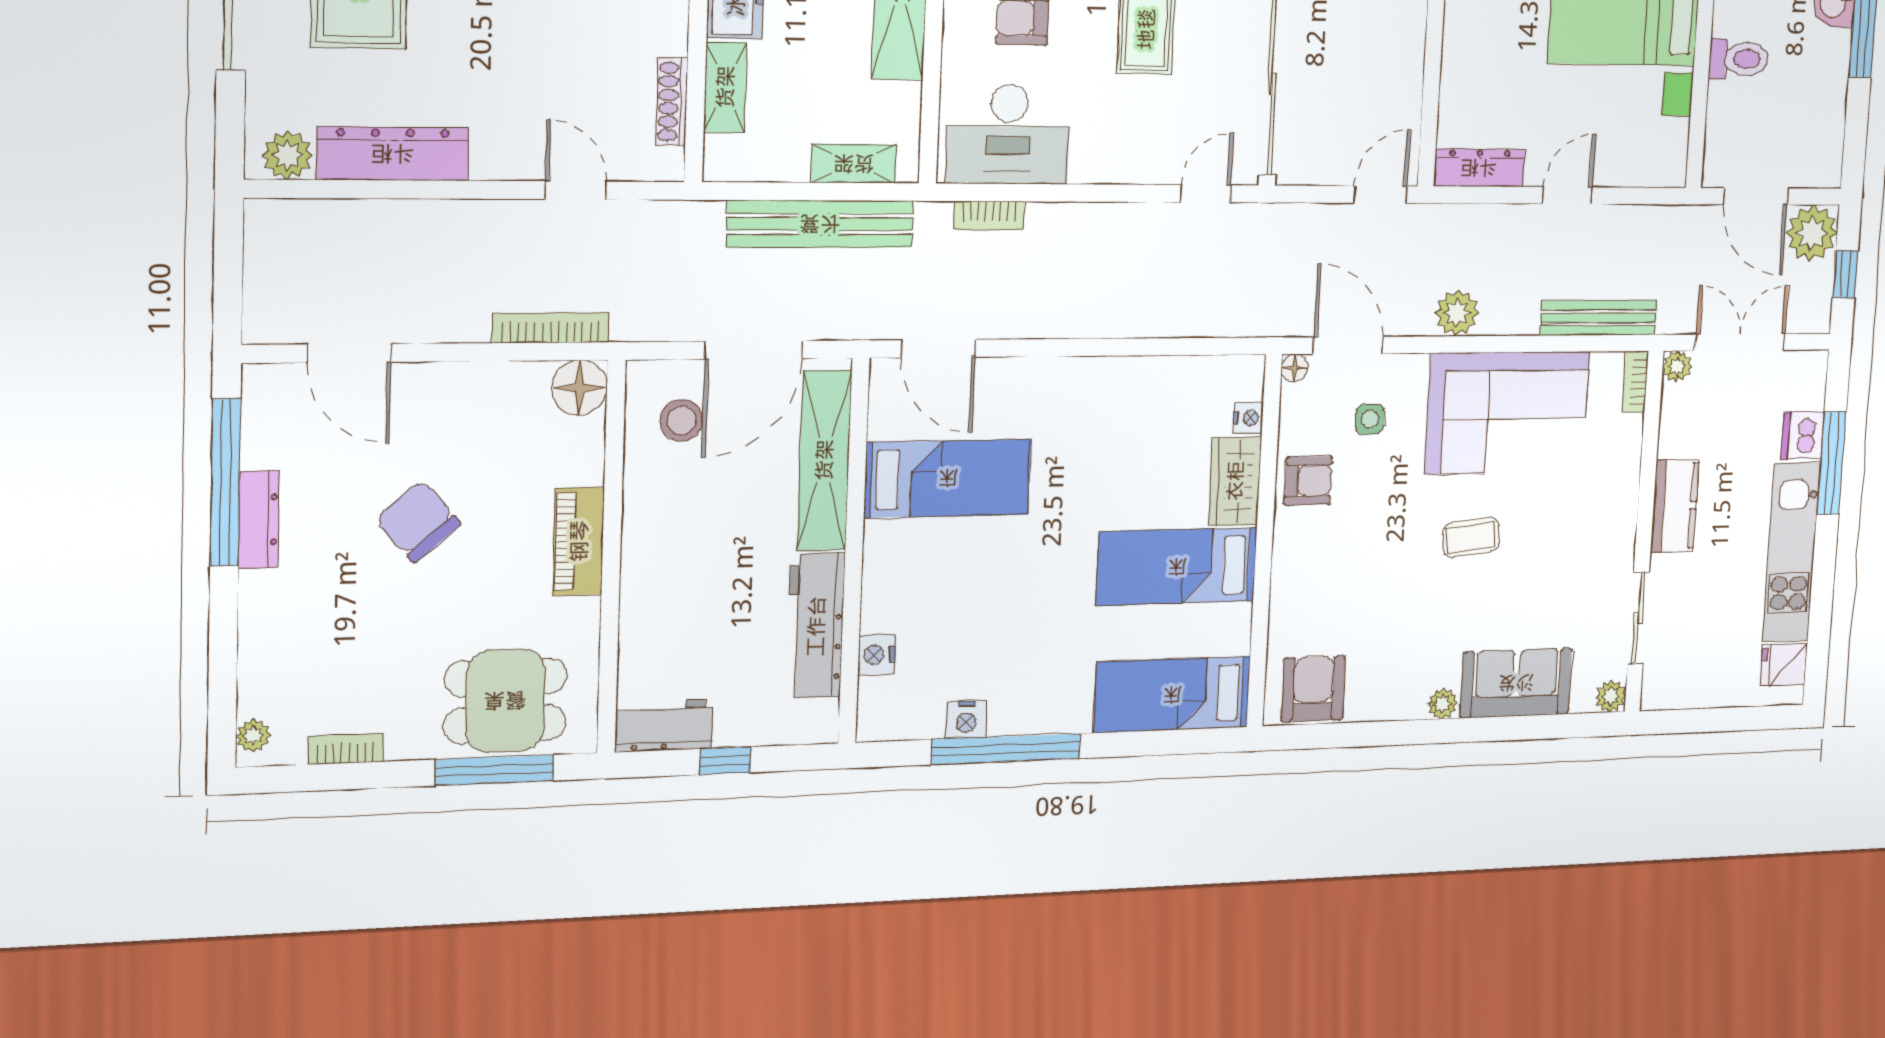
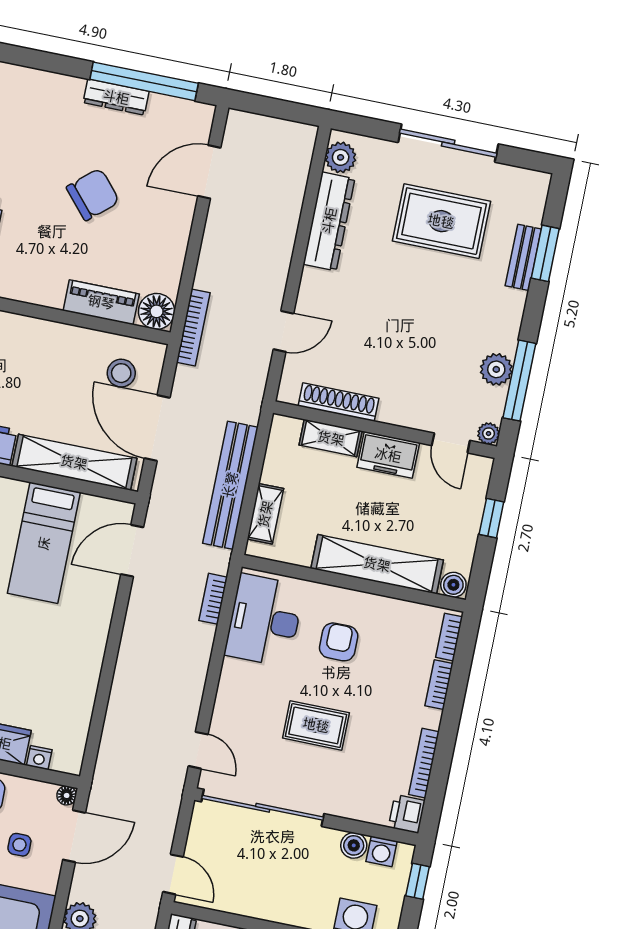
shoe rack: (672, 102) -> (339, 402), width x1.36, depth x1.24
bookcase: (551, 328) -> (193, 328), moved
piano: (579, 541) -> (101, 302), moved

